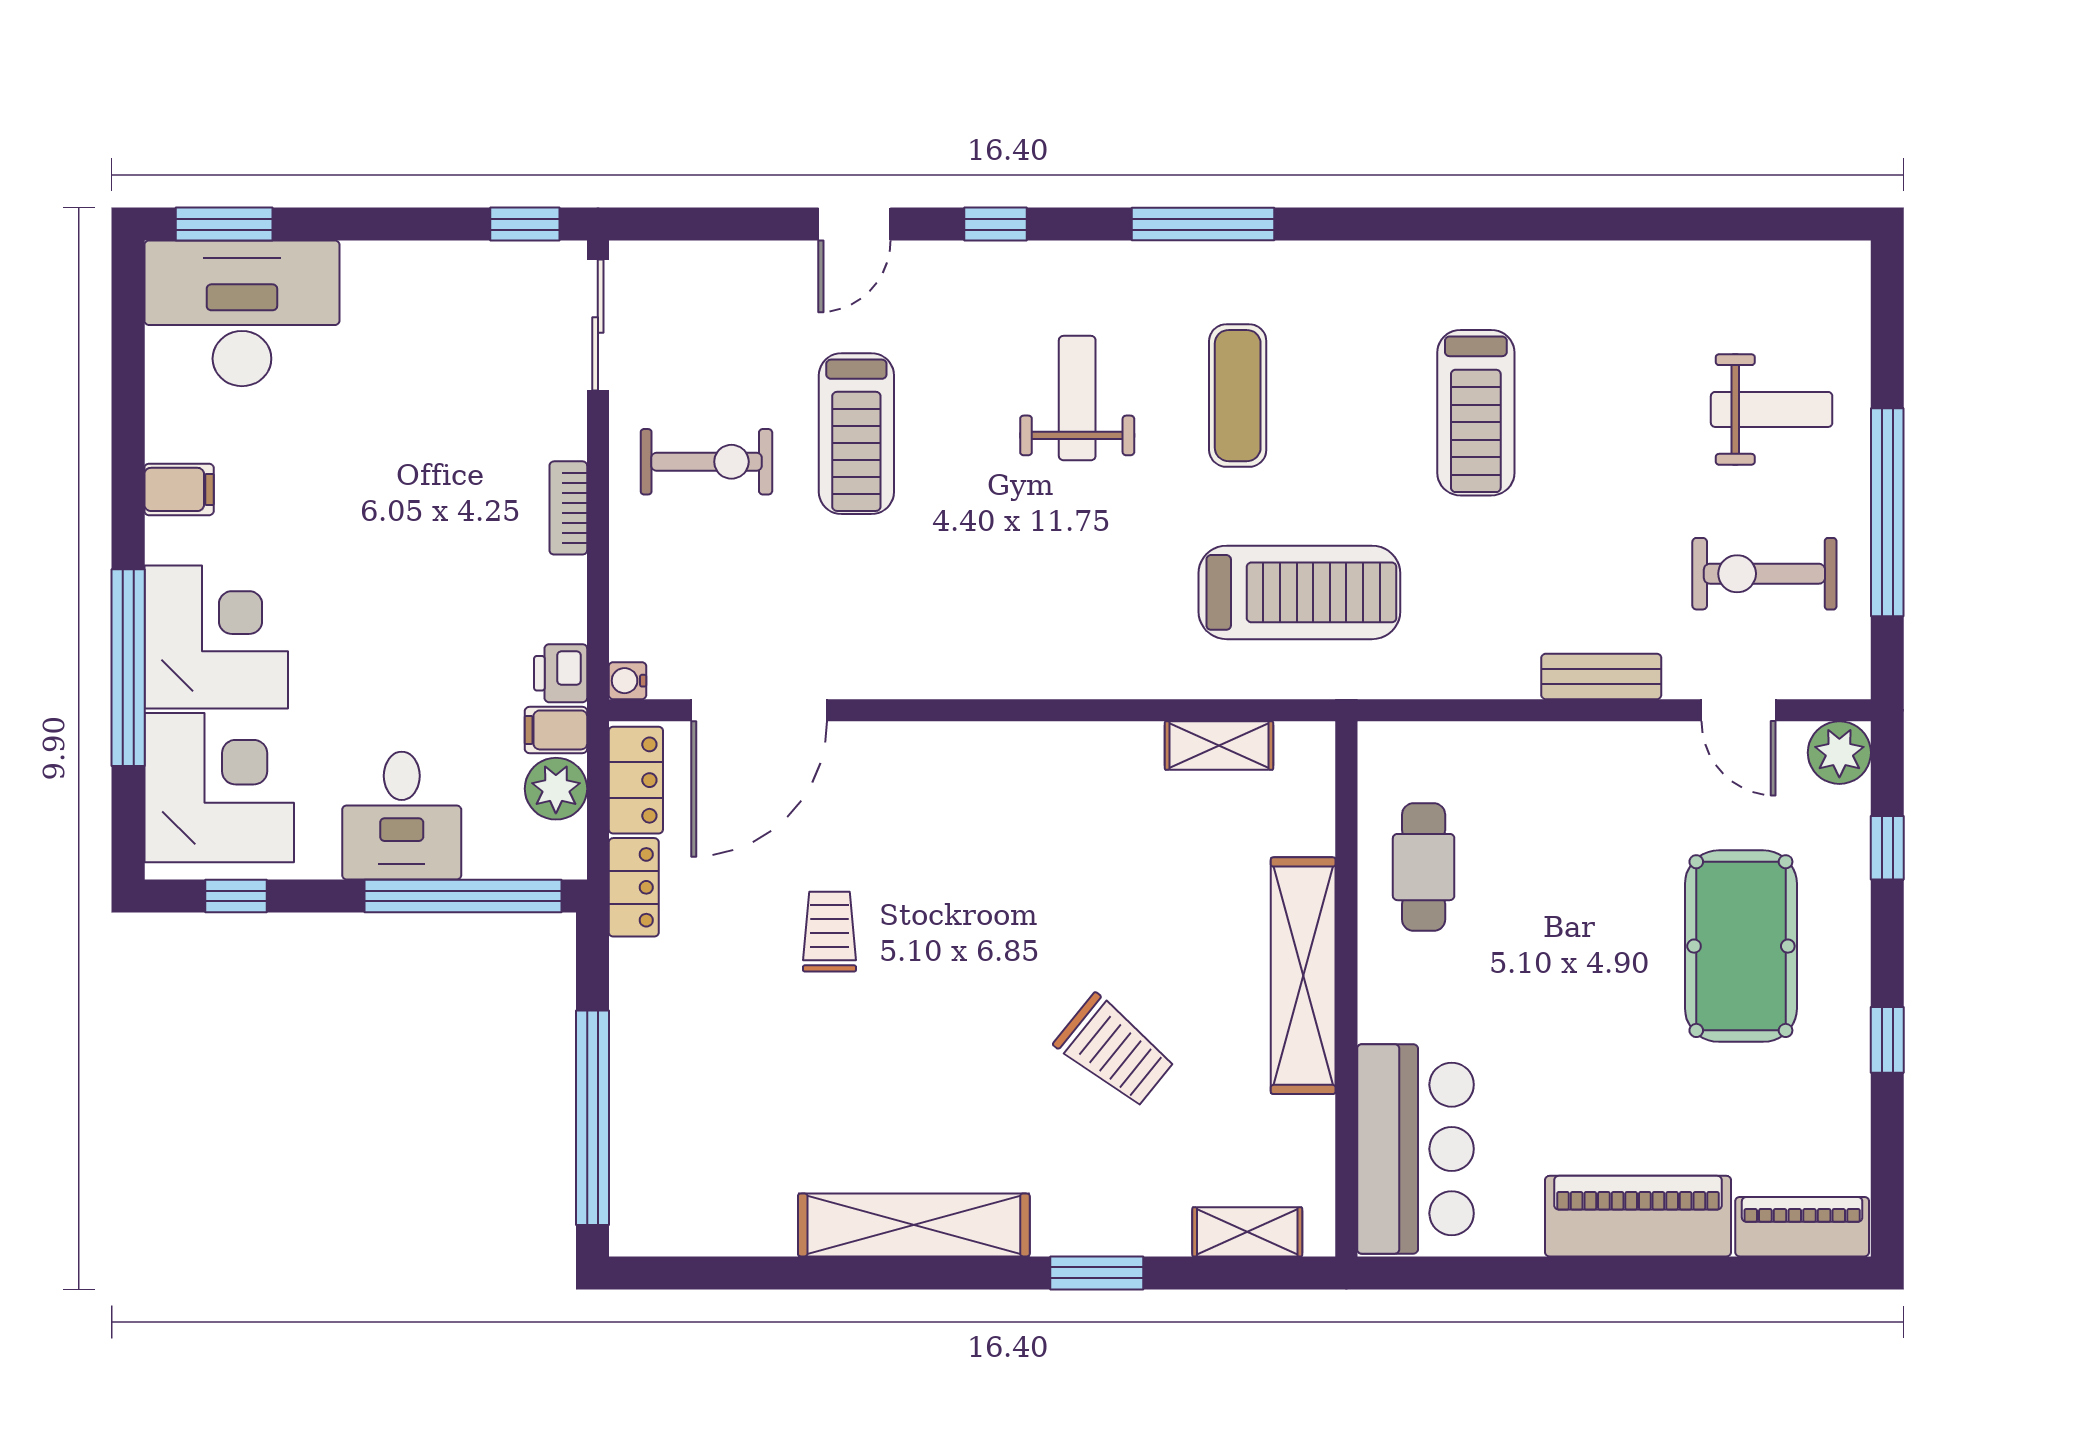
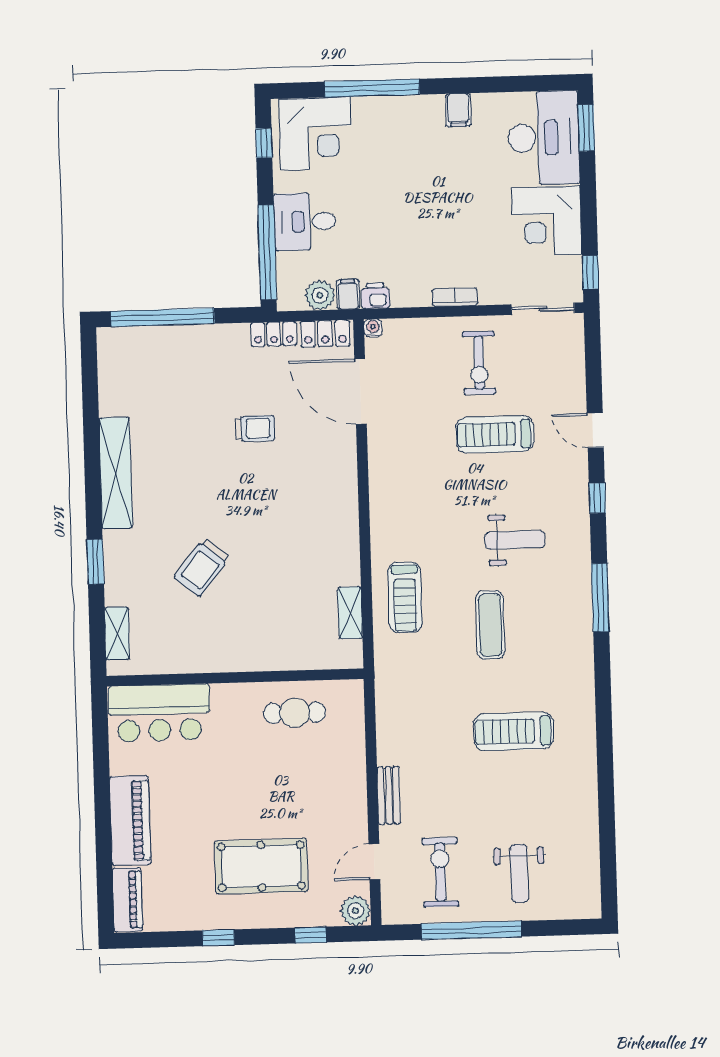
exercise mat: (1238, 396) -> (490, 625), moved, turned 90
treadmill: (1299, 592) -> (405, 597), moved, width x0.73, depth x0.73
corner desk: (216, 637) -> (547, 221), moved, turned 90
shelving: (1303, 976) -> (241, 656), removed

